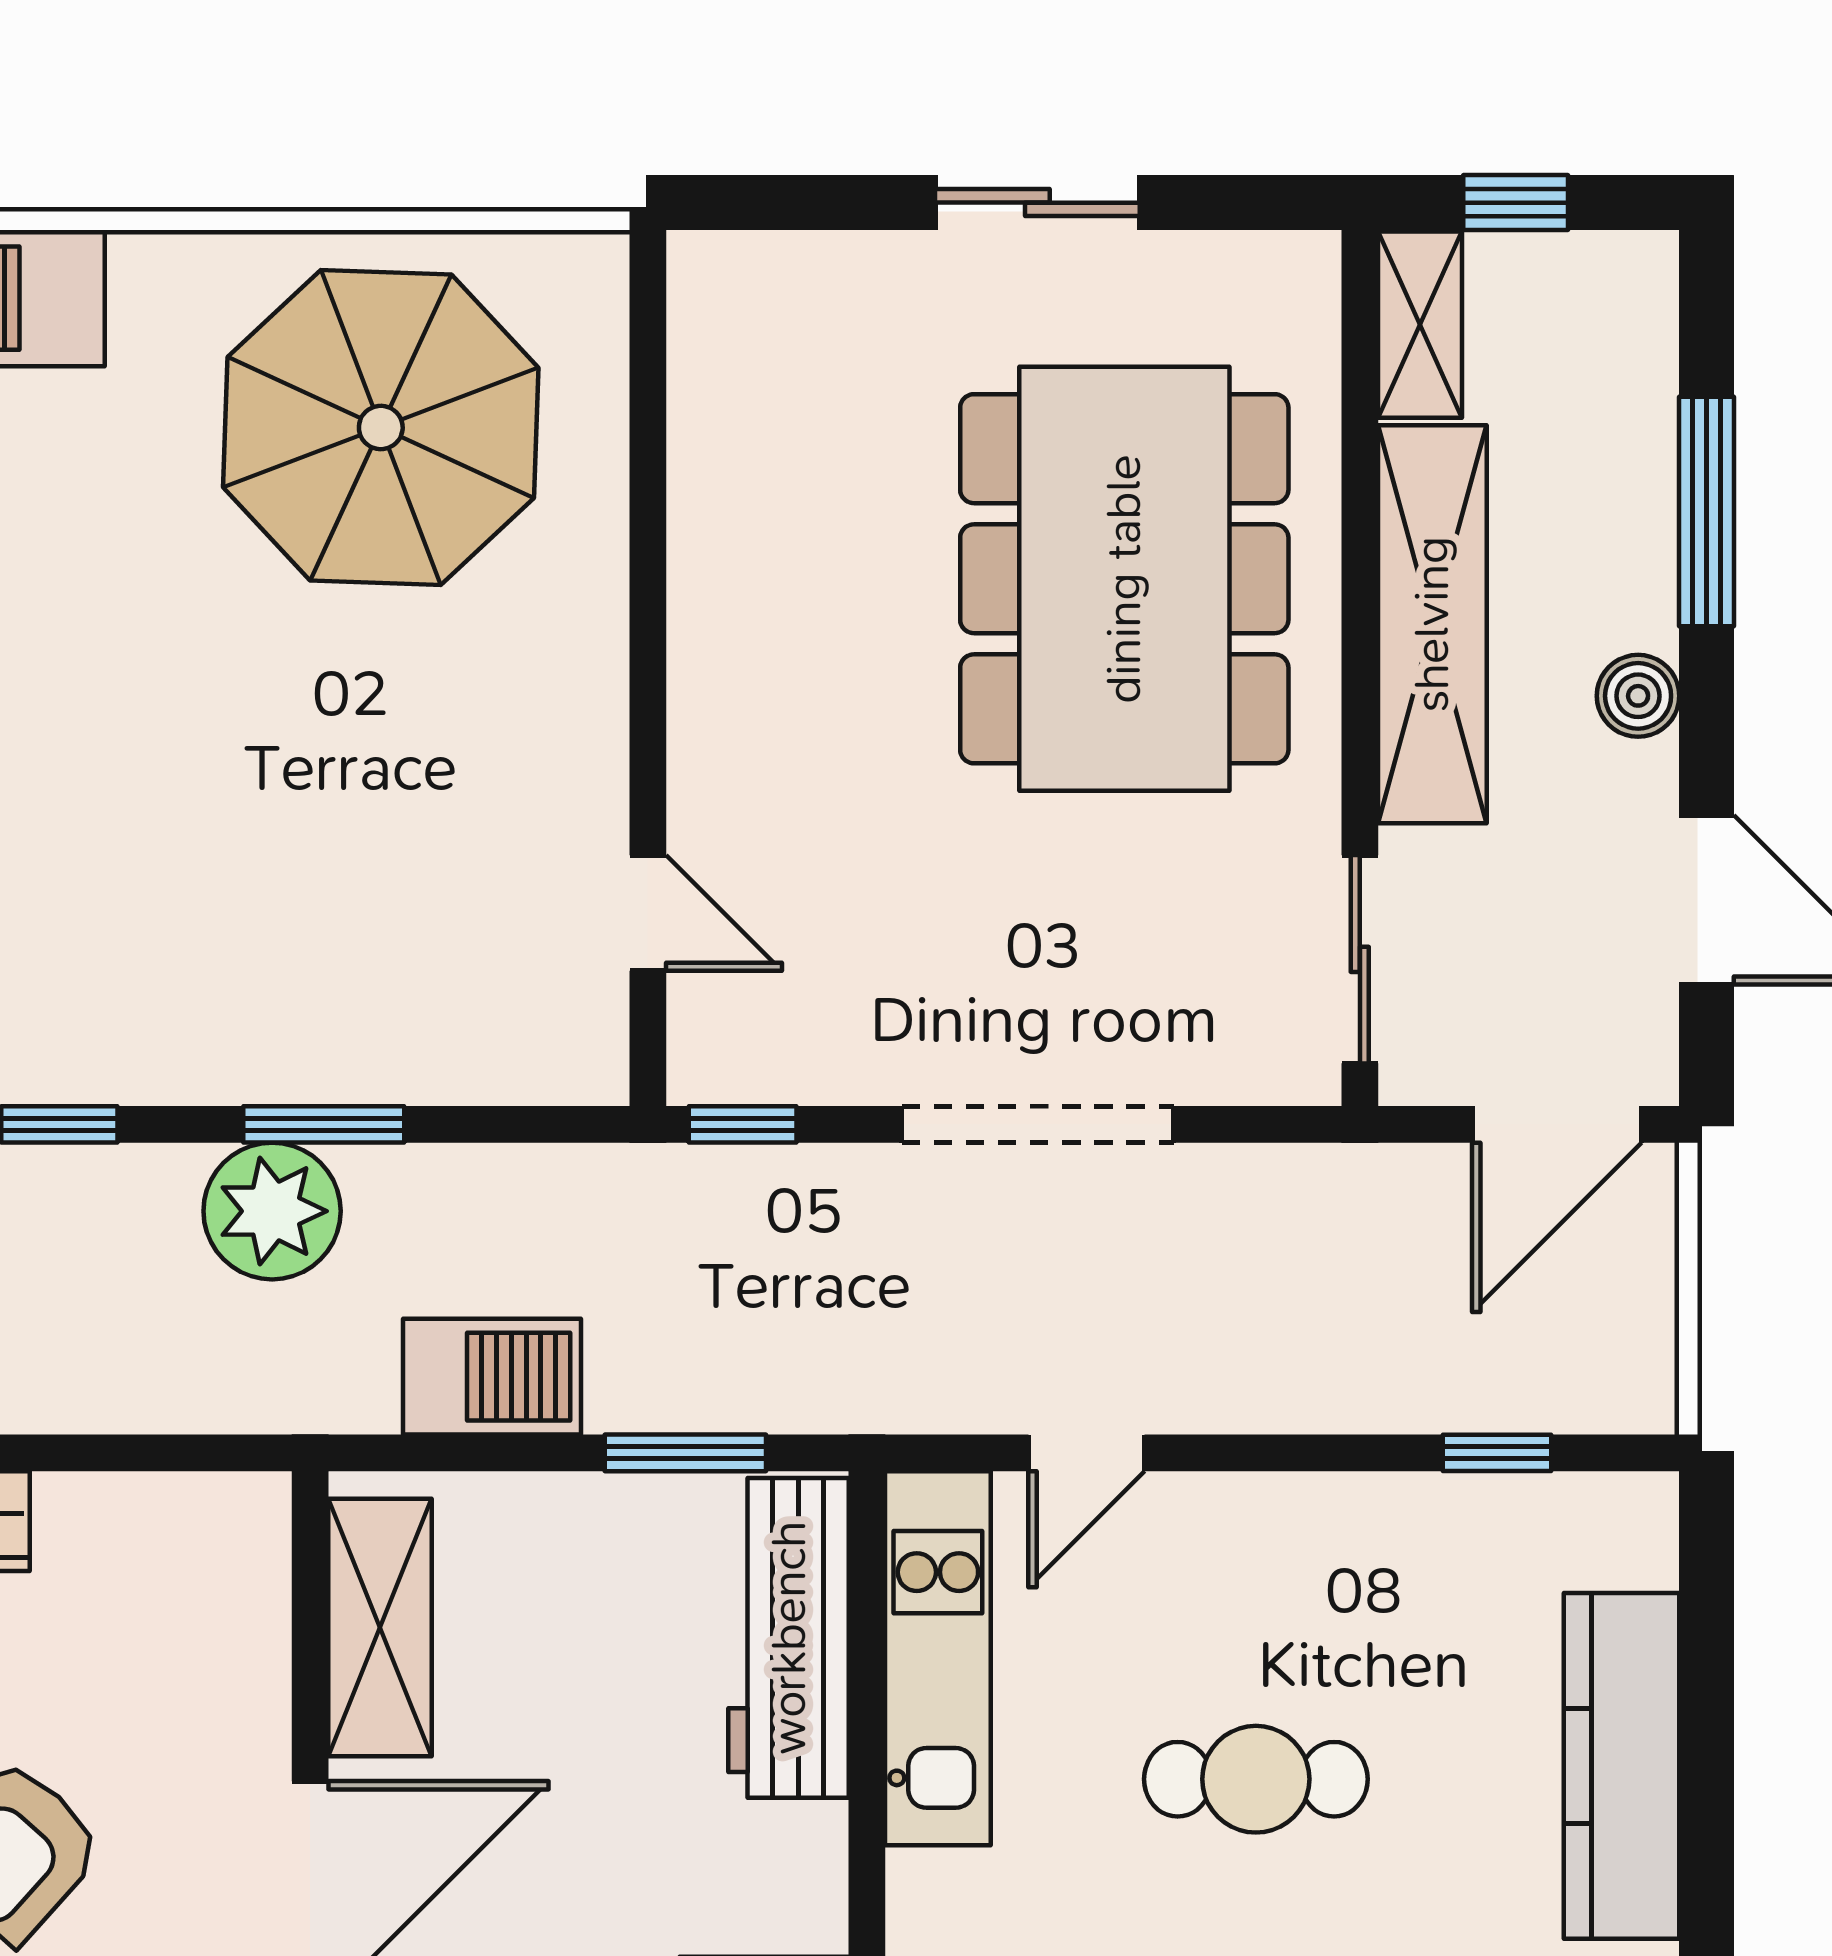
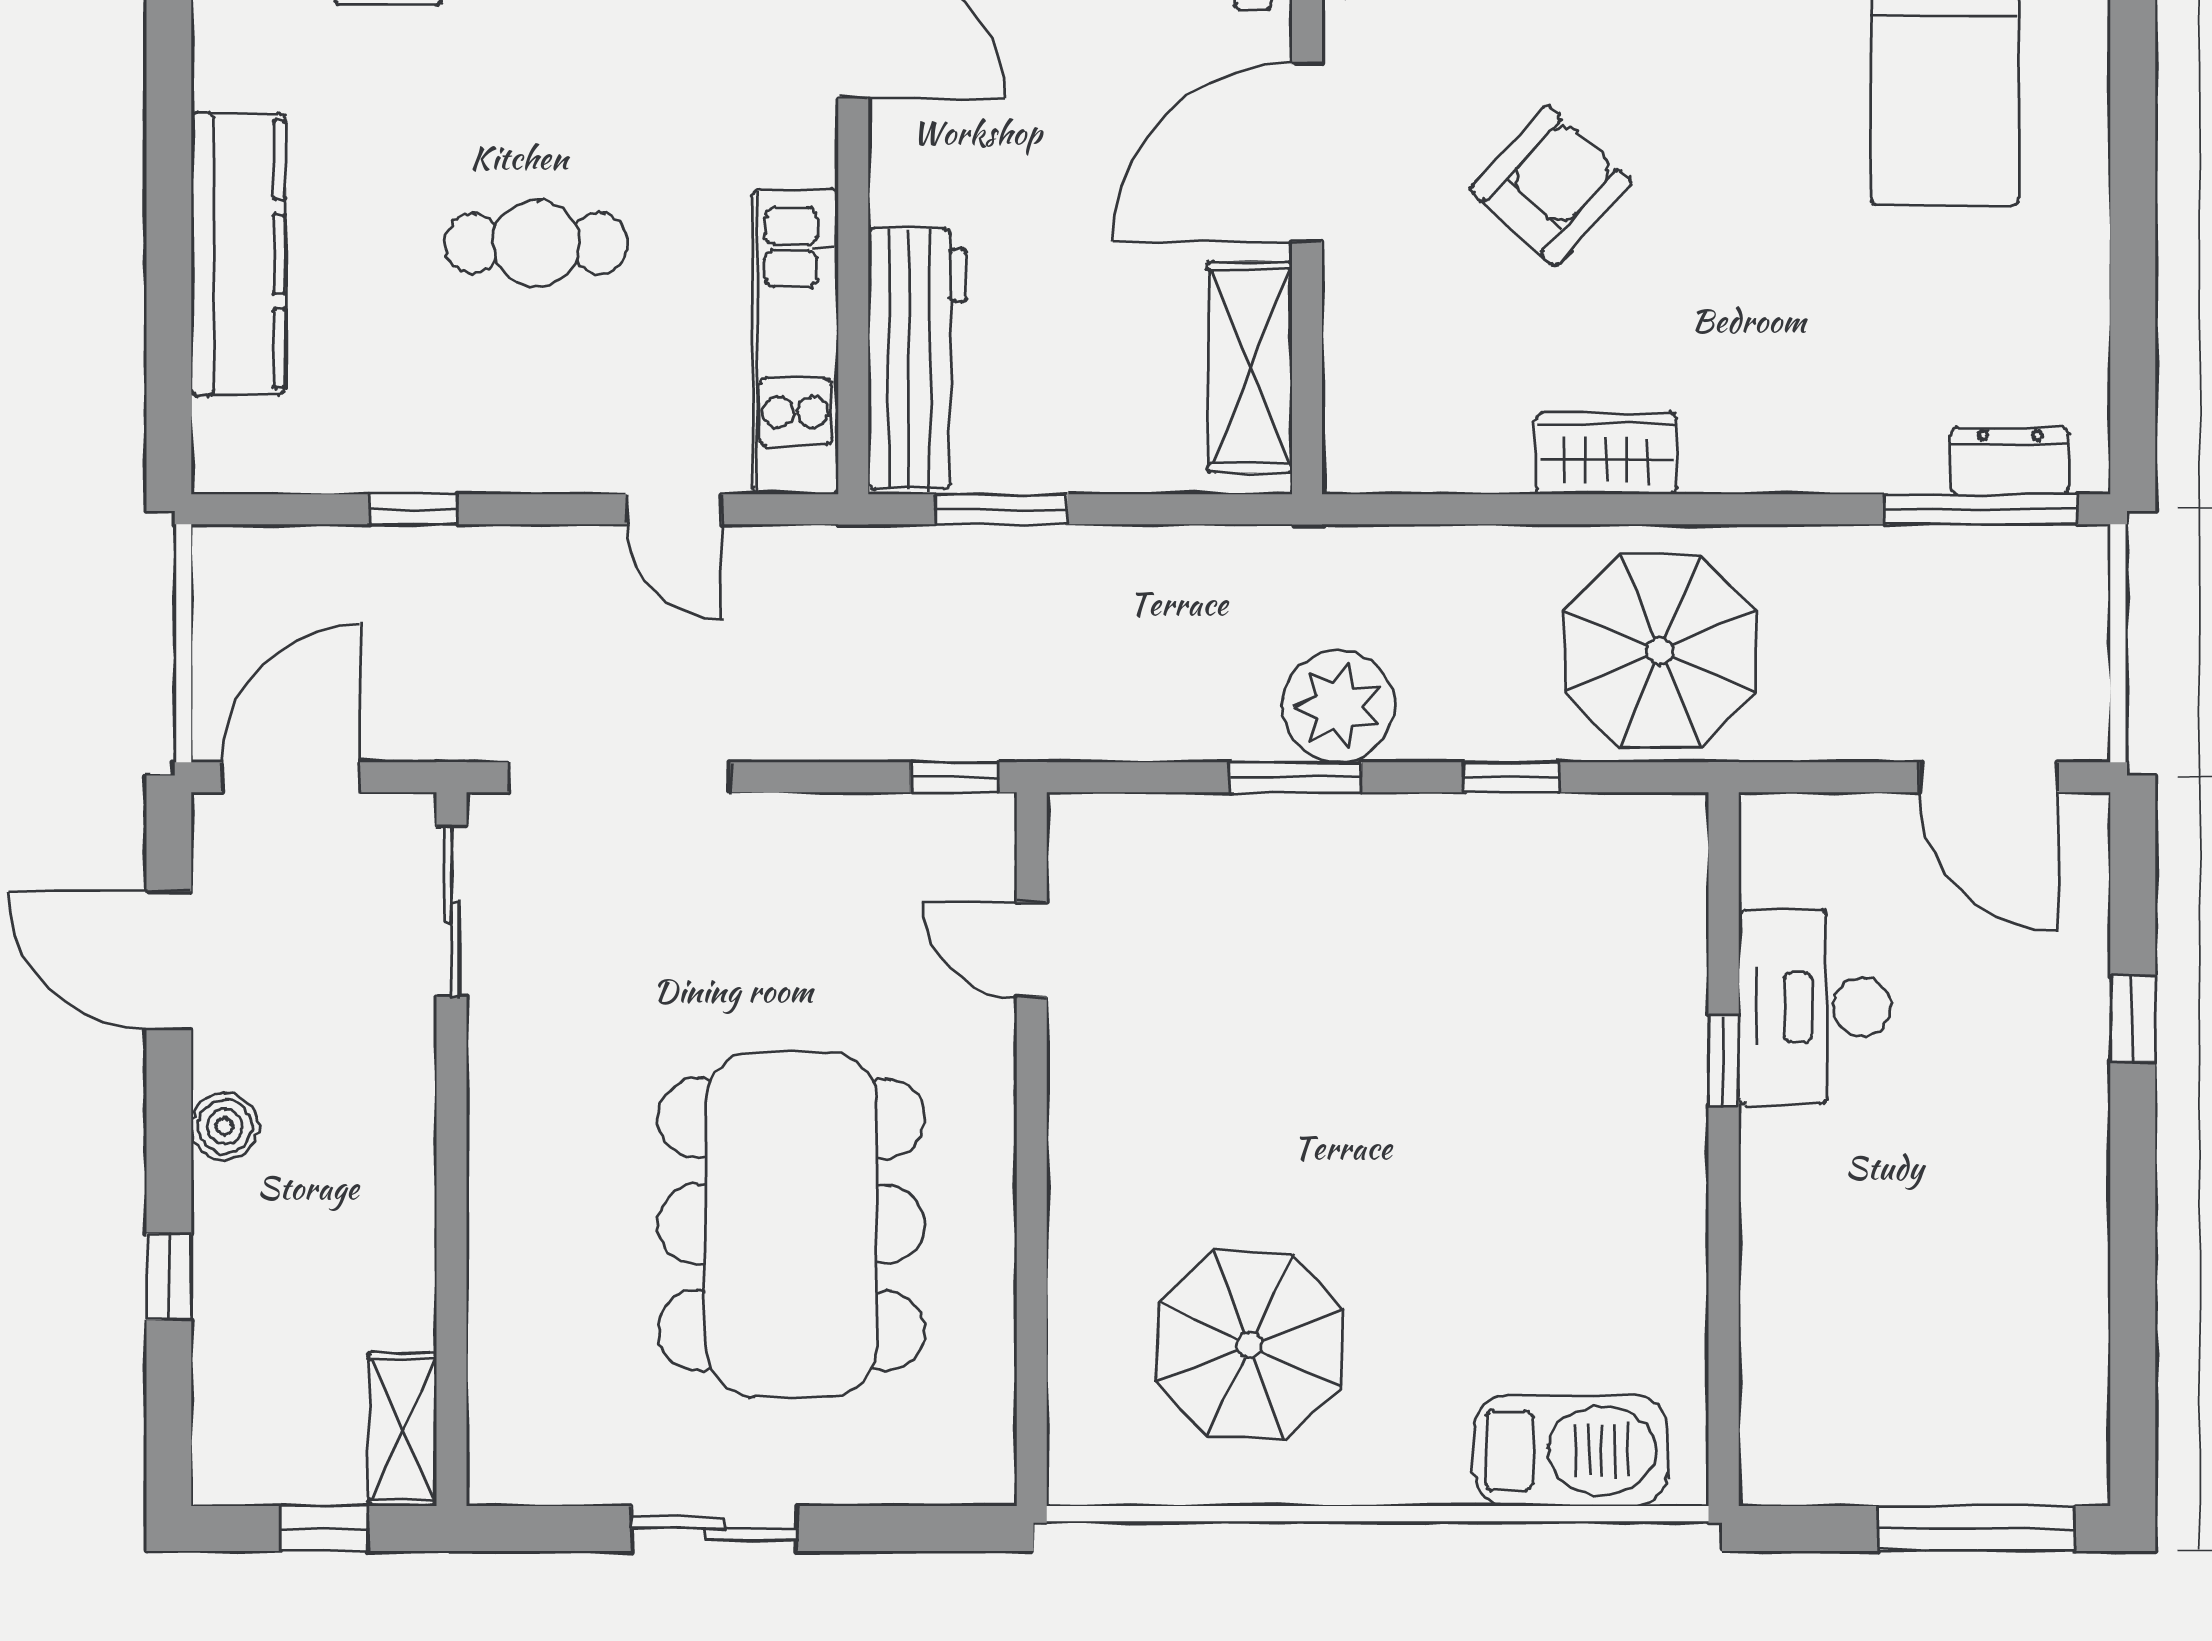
parasol: (381, 427) -> (1250, 1345), width x0.73, depth x0.73
window: (1707, 511) -> (169, 1277), width x0.46
dining table: (1124, 579) -> (791, 1225), moved
shelving: (1432, 624) -> (392, 1185), removed
doorway: (1038, 1124) -> (620, 777), moved
barbecue: (492, 1377) -> (1159, 572), removed
door: (1086, 1453) -> (674, 509), swing flipped
window: (1497, 1453) -> (413, 509), moved

